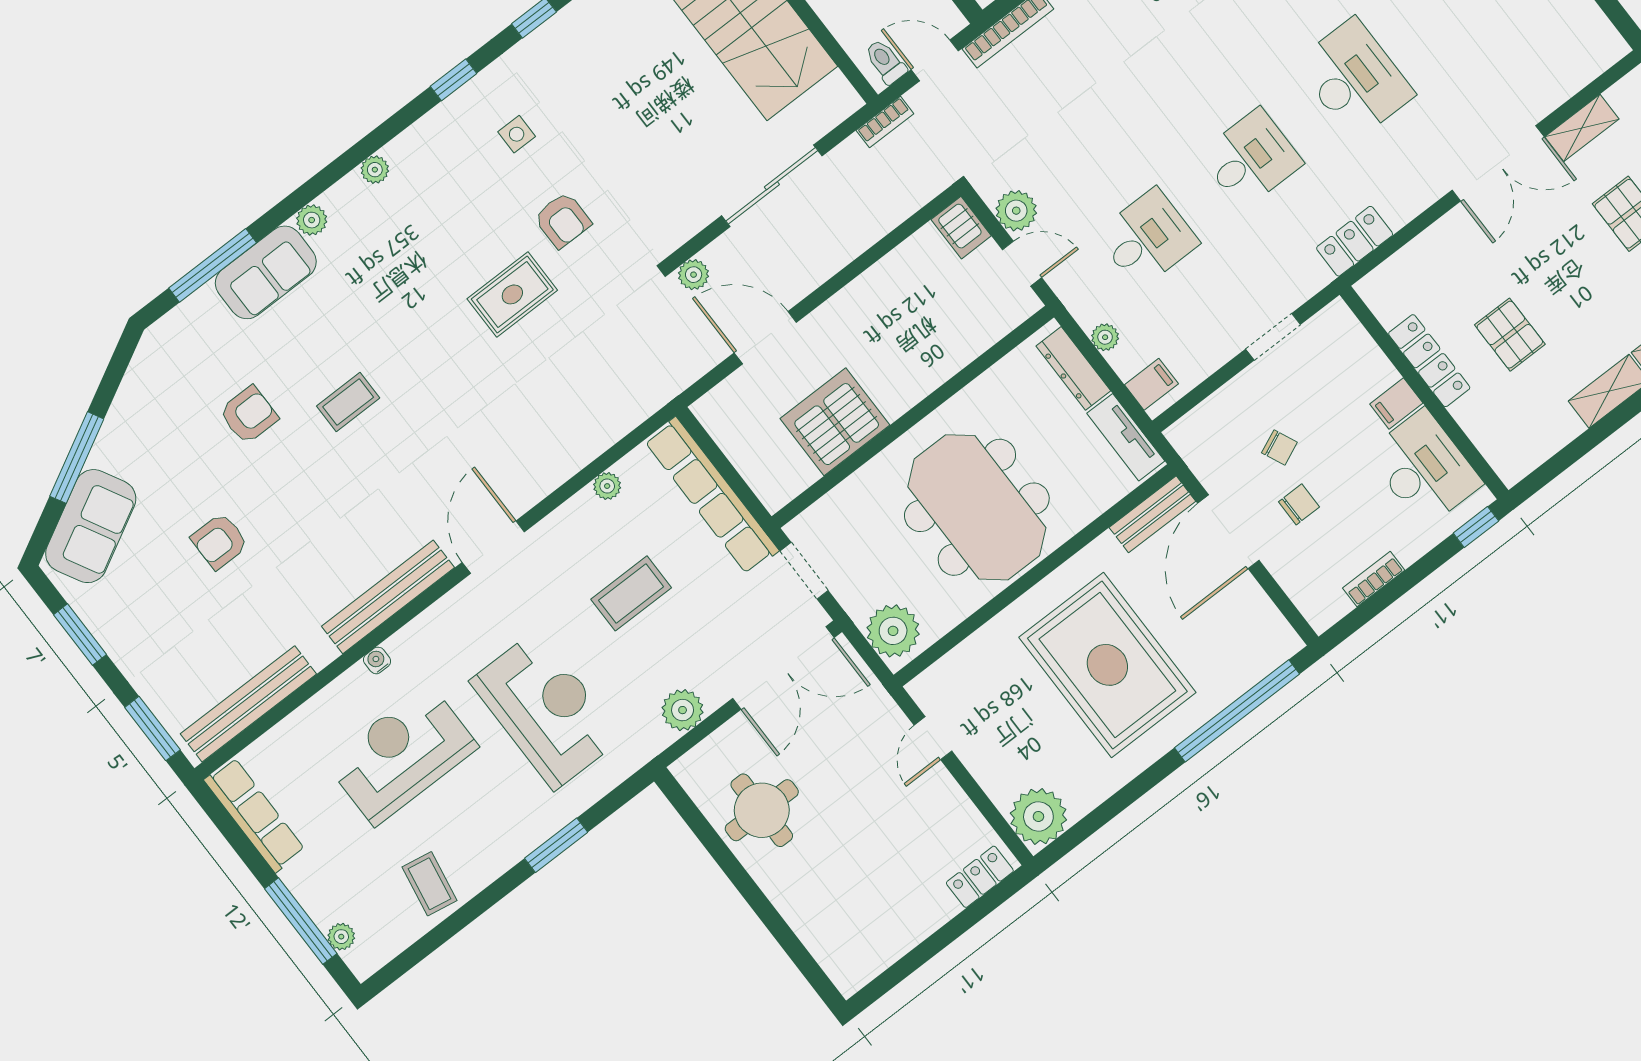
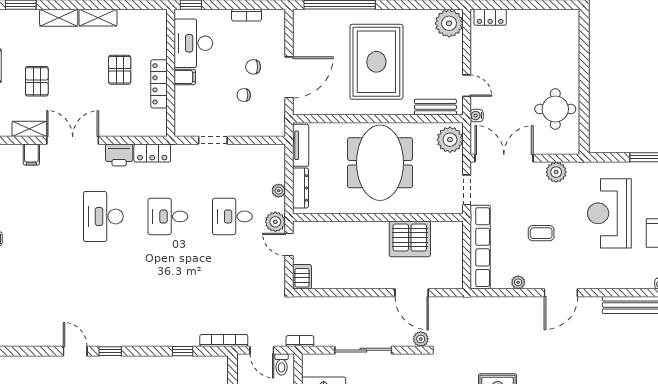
printer: (1405, 197) -> (119, 155), added
plant: (1016, 211) -> (275, 222), moved
filing cabinet: (1151, 384) -> (31, 155), moved, turned -90
chair: (1279, 448) -> (244, 95), turned -66
bench: (1152, 514) -> (435, 107), moved
door: (493, 547) -> (561, 293), moved
coffee table: (631, 593) -> (541, 233), width x0.73, depth x0.77
water cooler: (880, 702) -> (477, 116), added
door: (933, 738) -> (467, 86), hinge flipped

